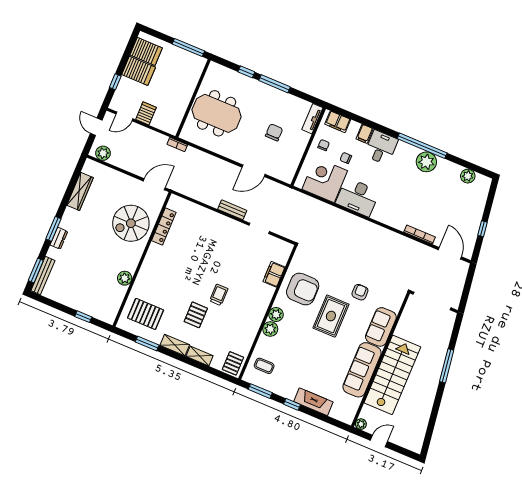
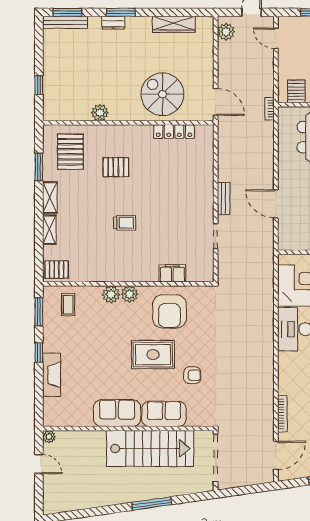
server rack: (146, 113) -> (296, 91), moved, turned -90
pallet: (196, 315) -> (116, 167), moved
sofa: (362, 370) -> (117, 413), width x0.73
stairs: (392, 375) -> (150, 448), moved

